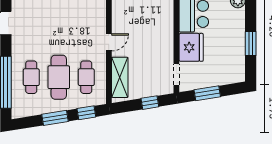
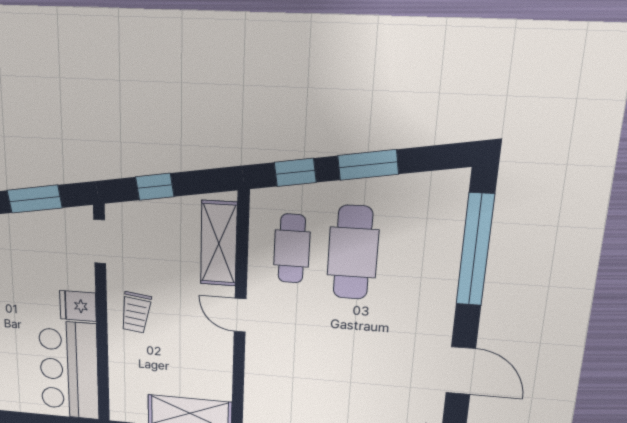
trolley: (159, 40) -> (136, 313), added
door: (109, 42) -> (240, 315), hinge flipped
fridge: (191, 47) -> (78, 306), width x0.53, depth x0.75
cafe table: (31, 77) -> (415, 257), removed

